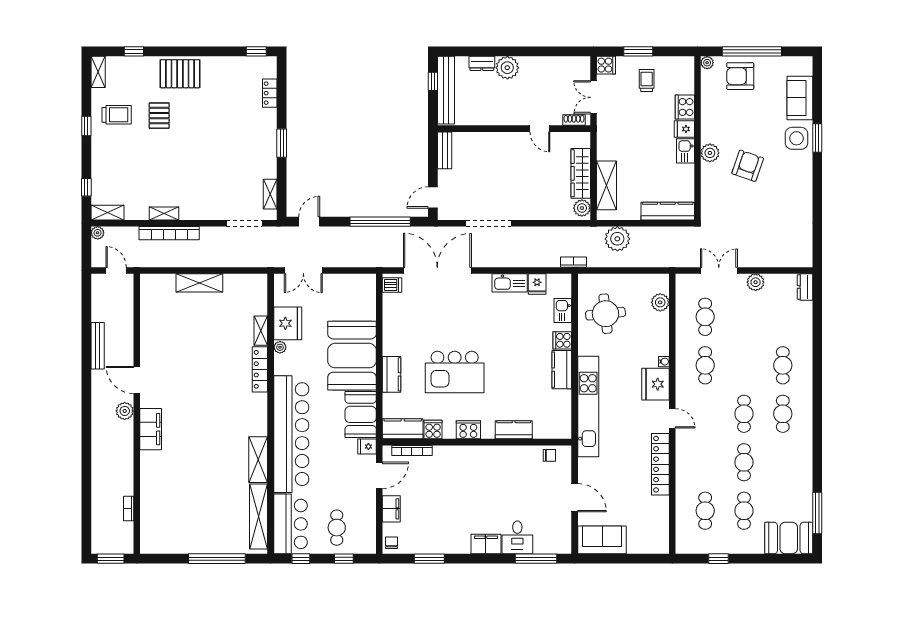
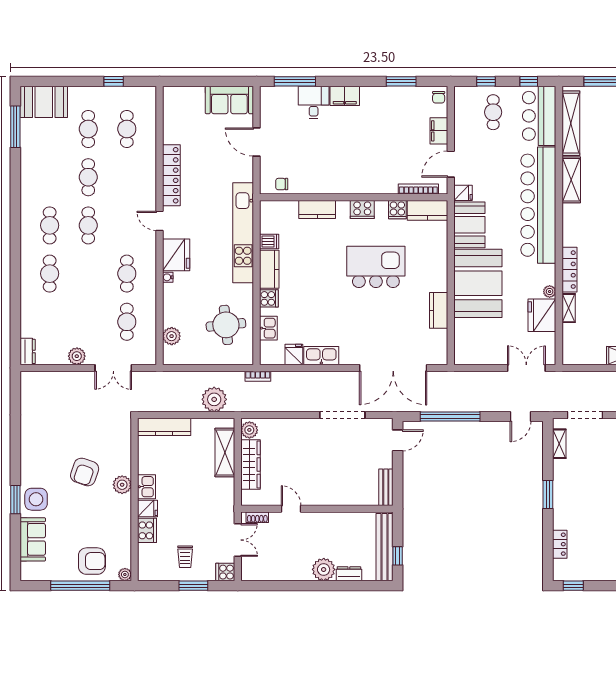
dishwasher: (392, 285) -> (269, 241), moved, turned 180
kitchen counter: (392, 374) -> (439, 310), moved

